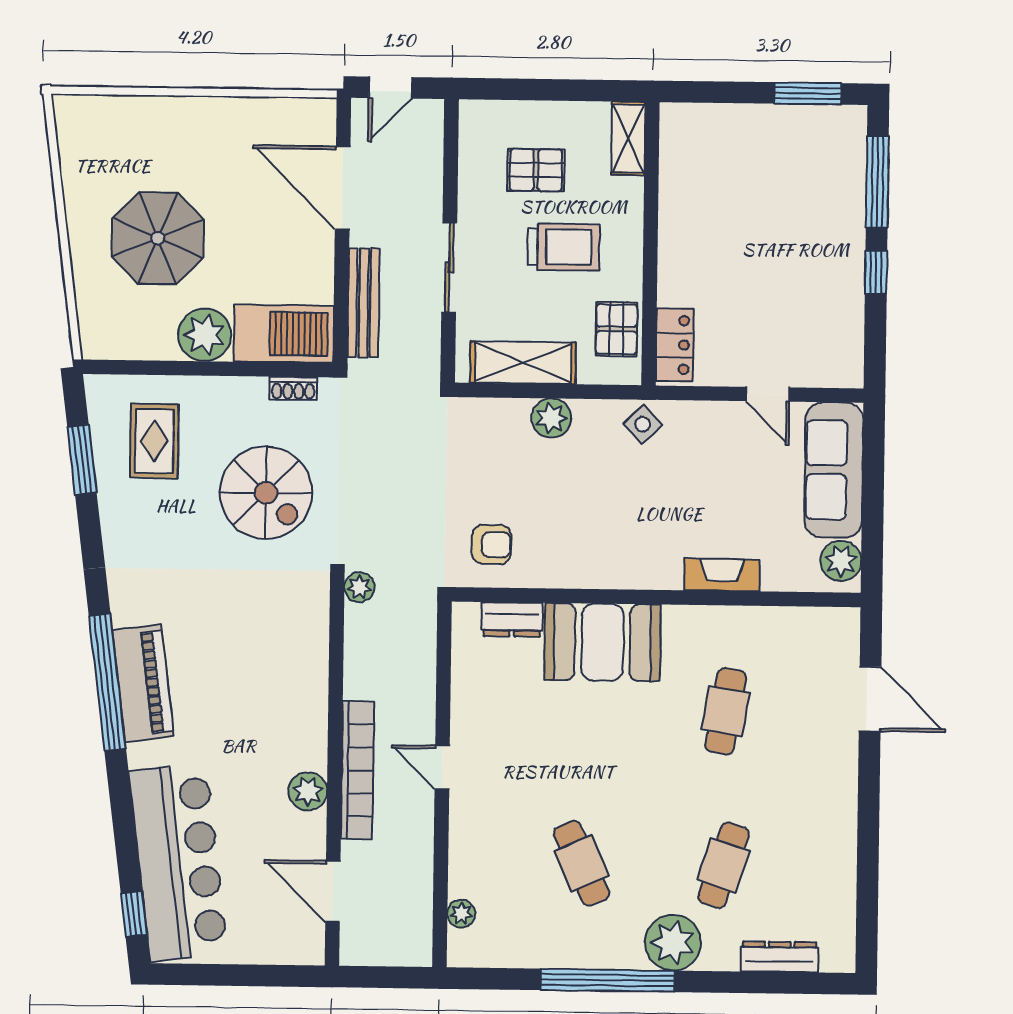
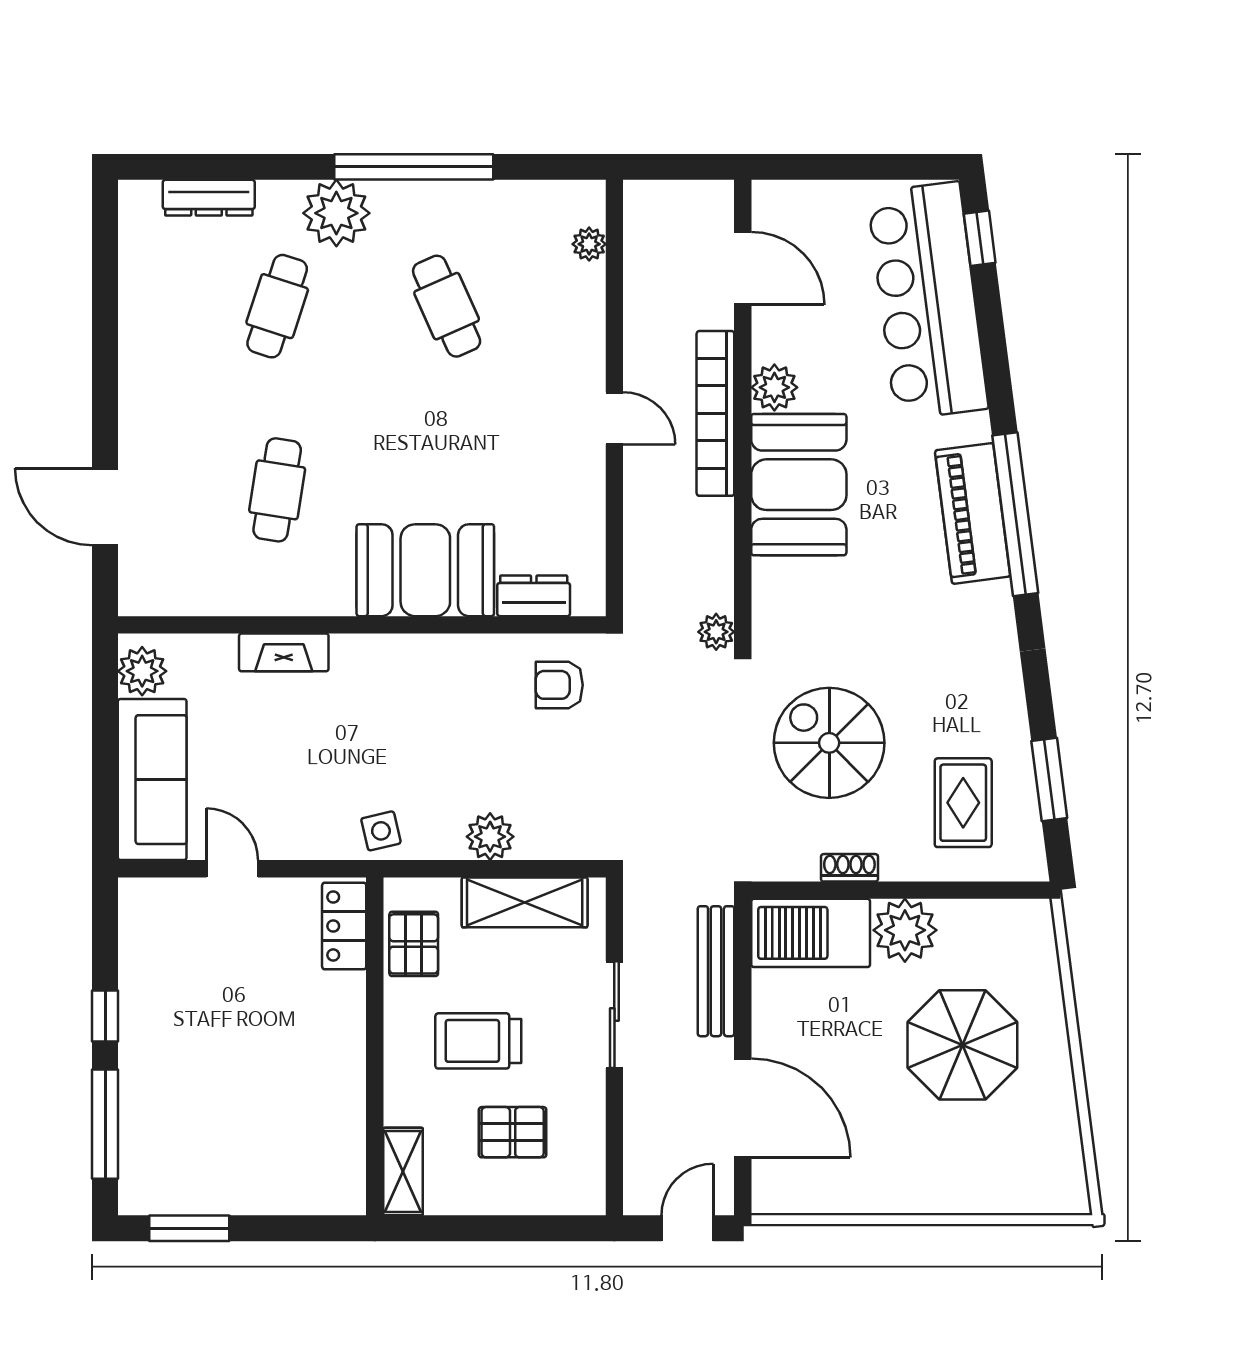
shoe rack: (293, 388) -> (849, 868), moved
side table: (643, 424) -> (381, 831), turned 31
booth: (288, 709) -> (799, 485), added

